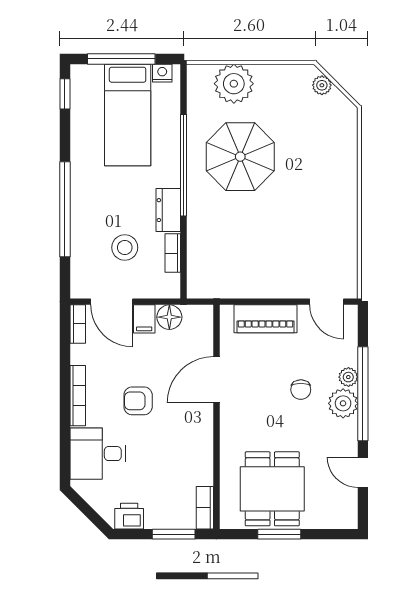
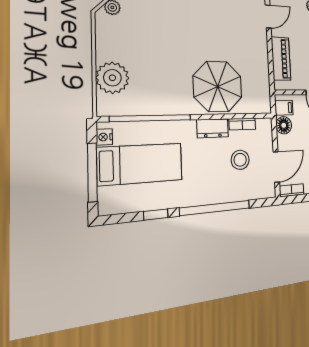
window: (65, 94) -> (156, 214), moved
parasol: (240, 157) -> (218, 86), moved
window: (184, 165) -> (151, 118), moved
filing cabinet: (144, 319) -> (284, 108), moved

